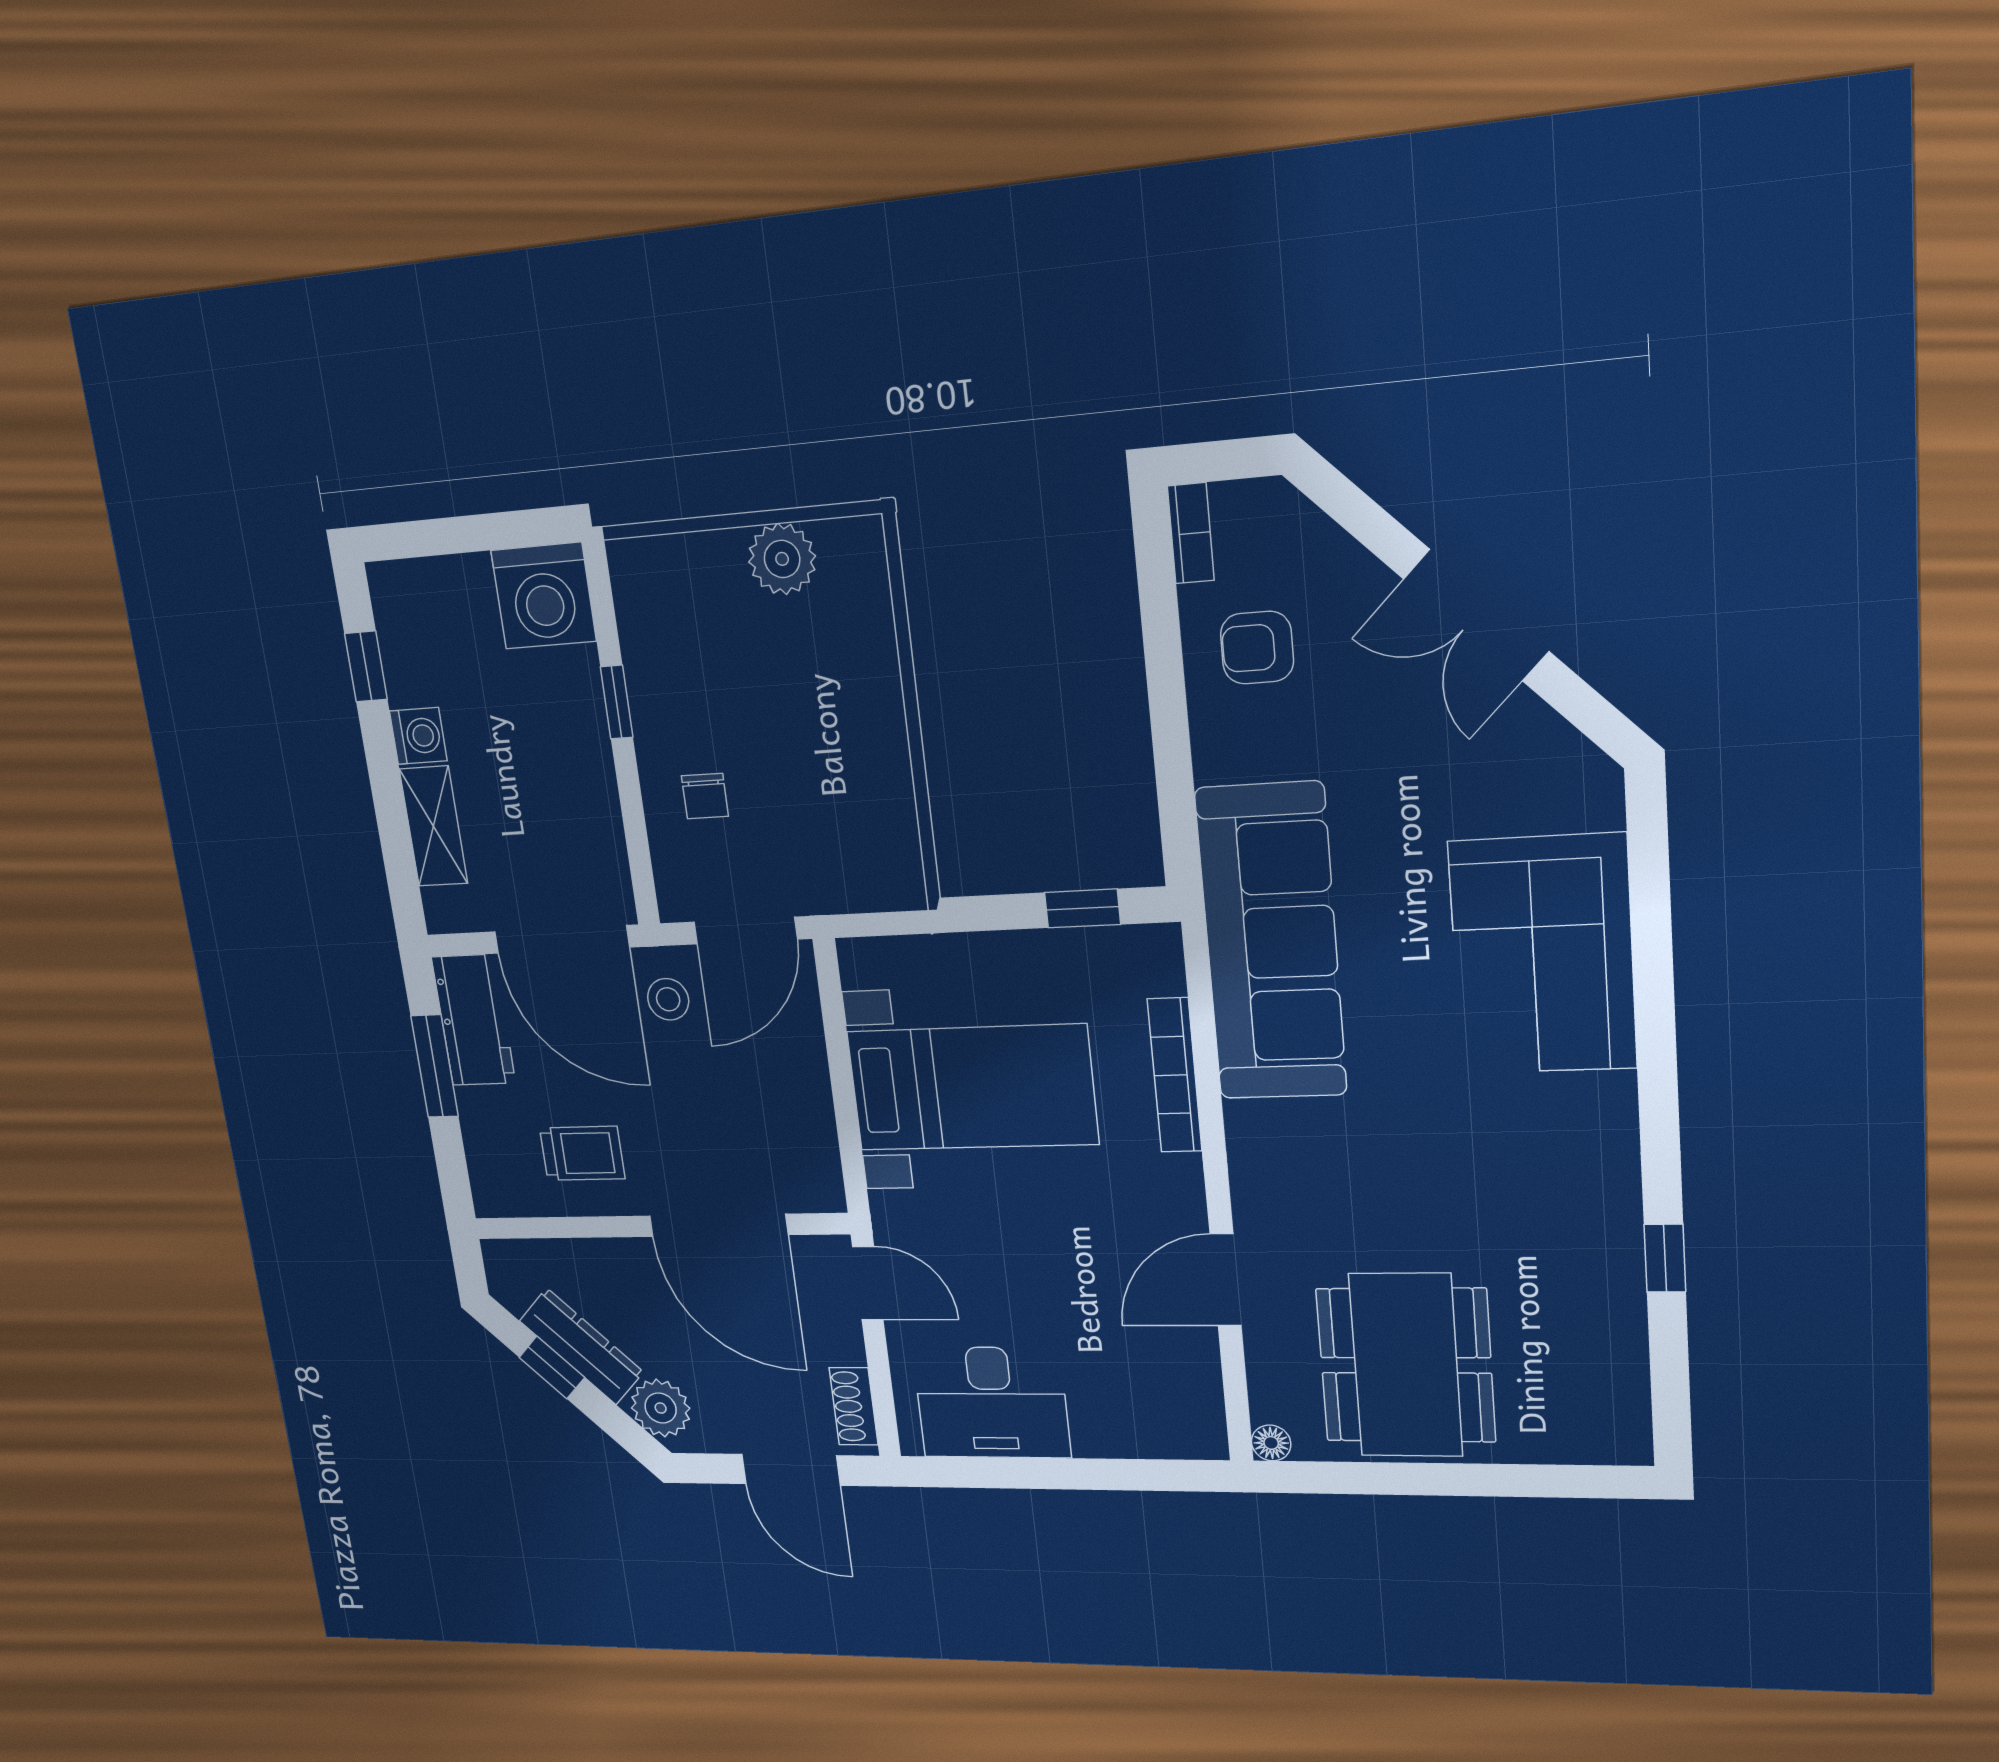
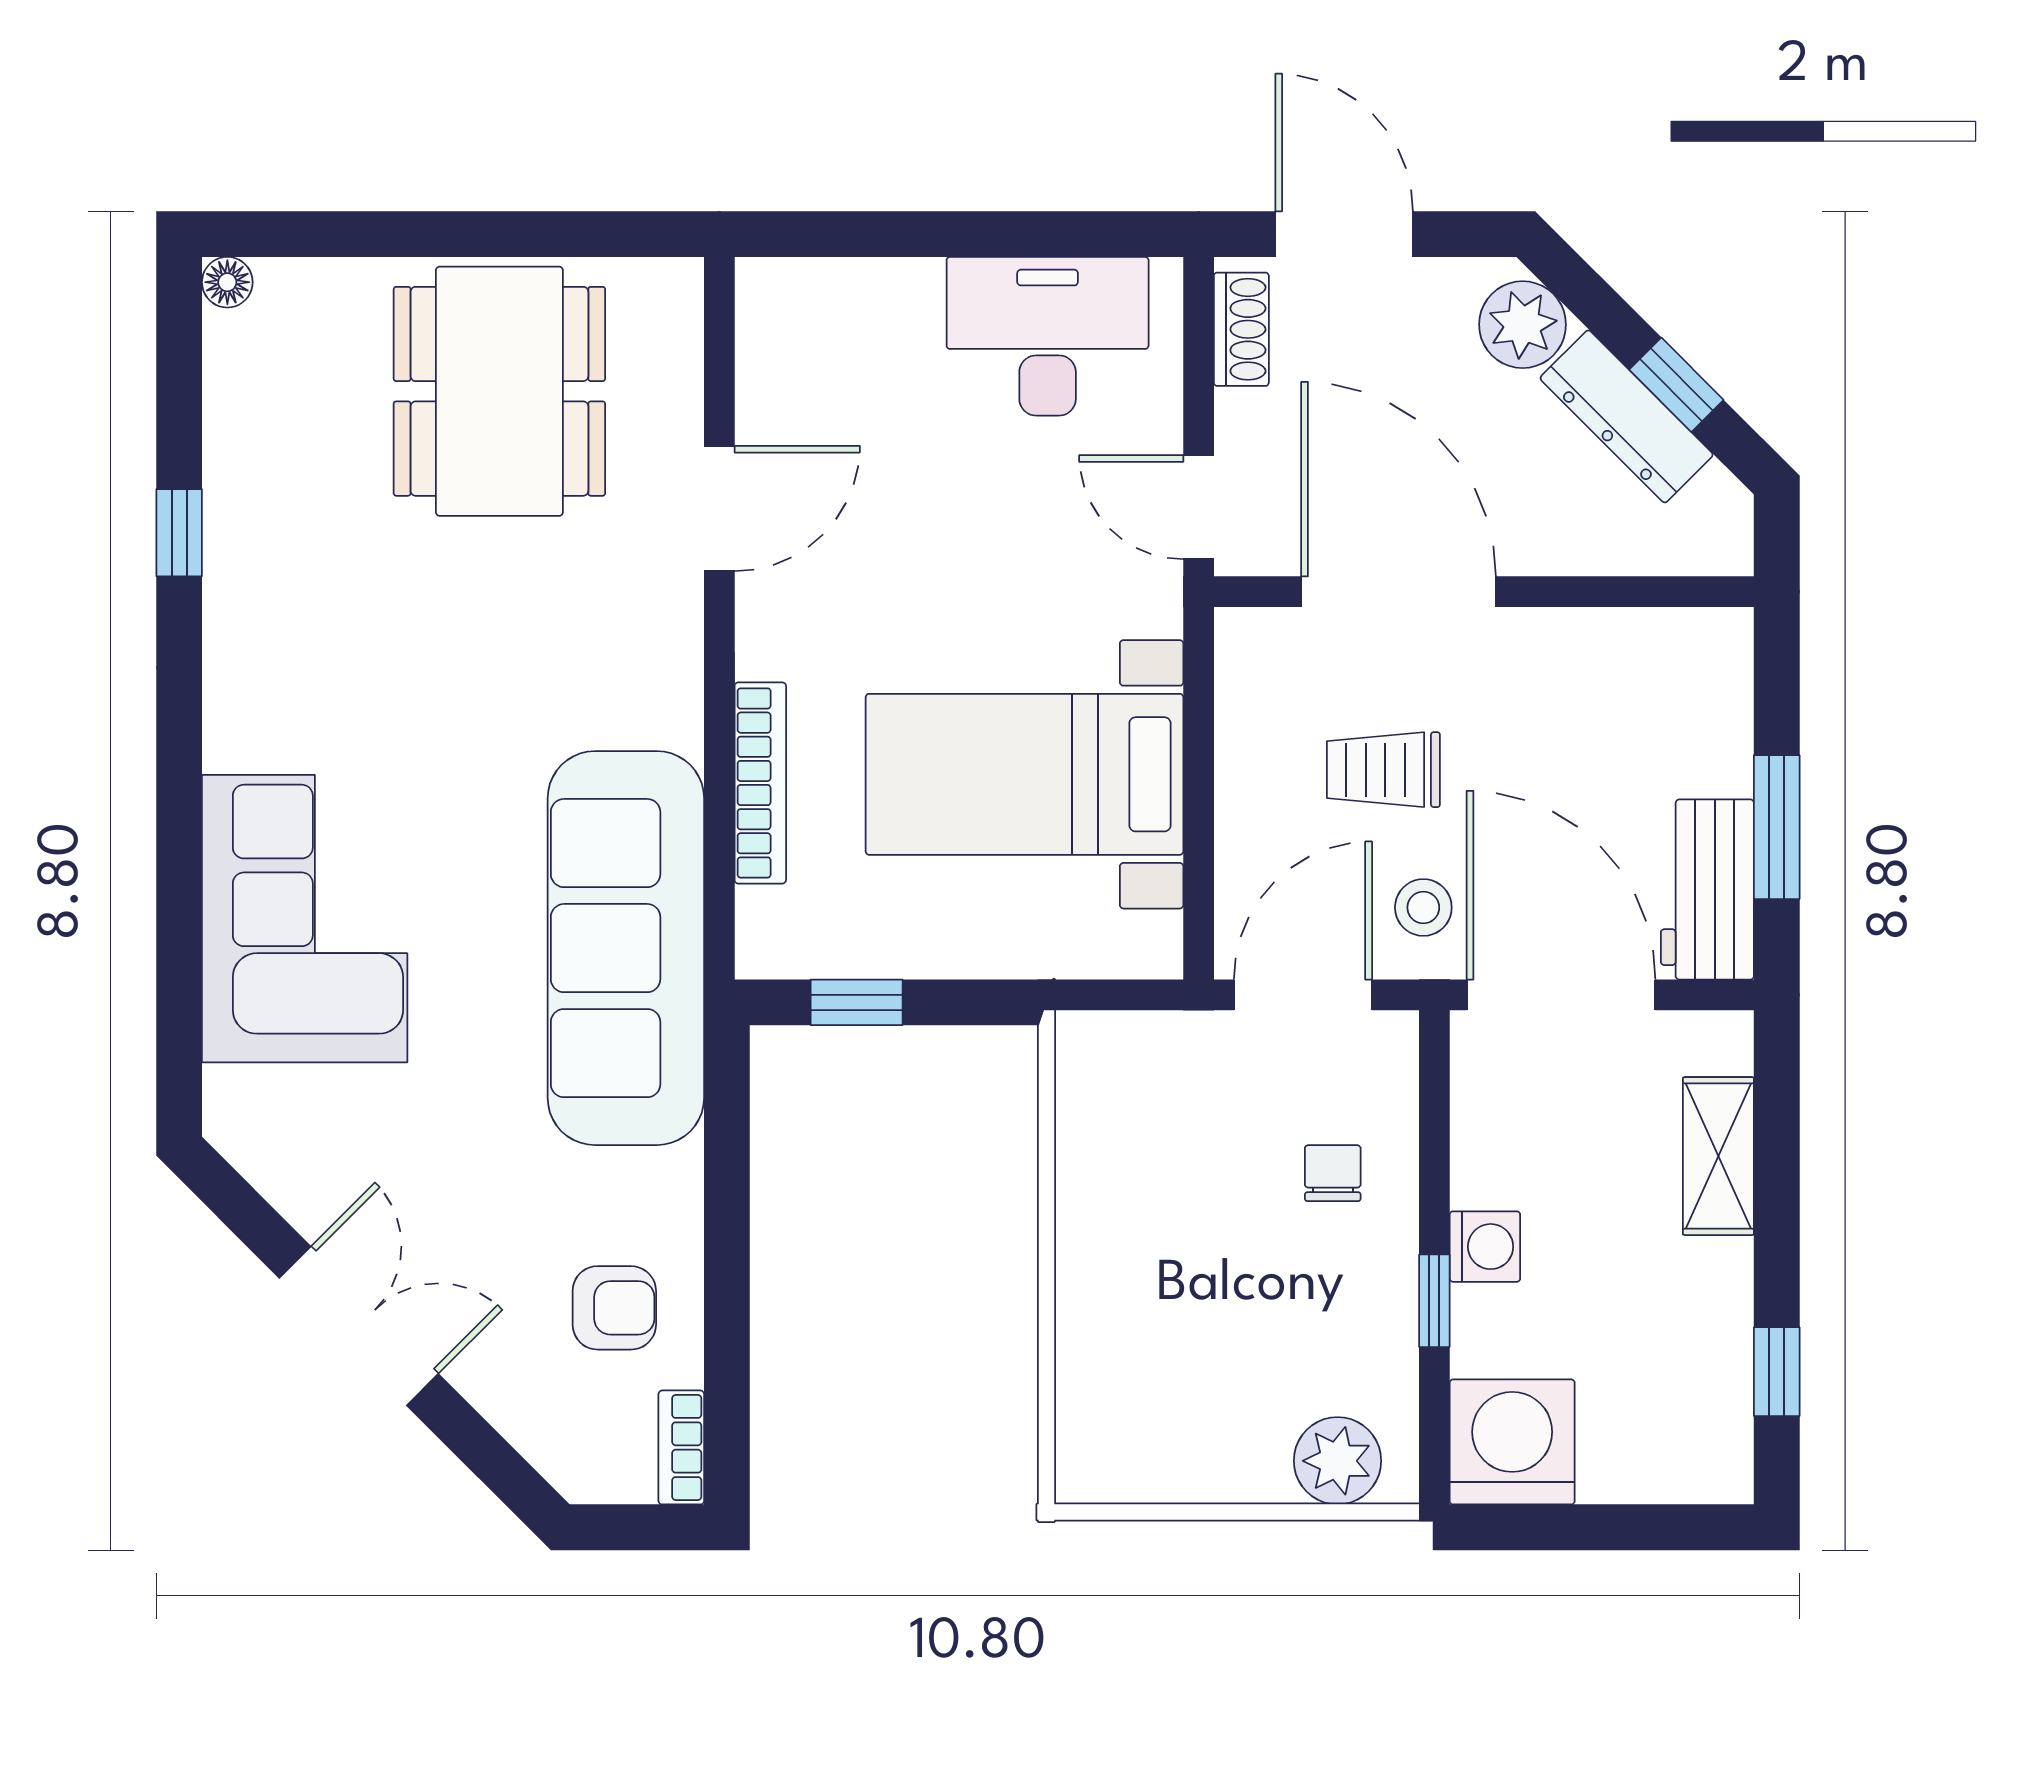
plant: (782, 559) -> (1337, 1461), moved
washing machine: (418, 736) -> (1485, 1247), moved, turned 180
trolley: (582, 1153) -> (1383, 770), moved
floor lamp: (1271, 1443) -> (227, 282), moved

